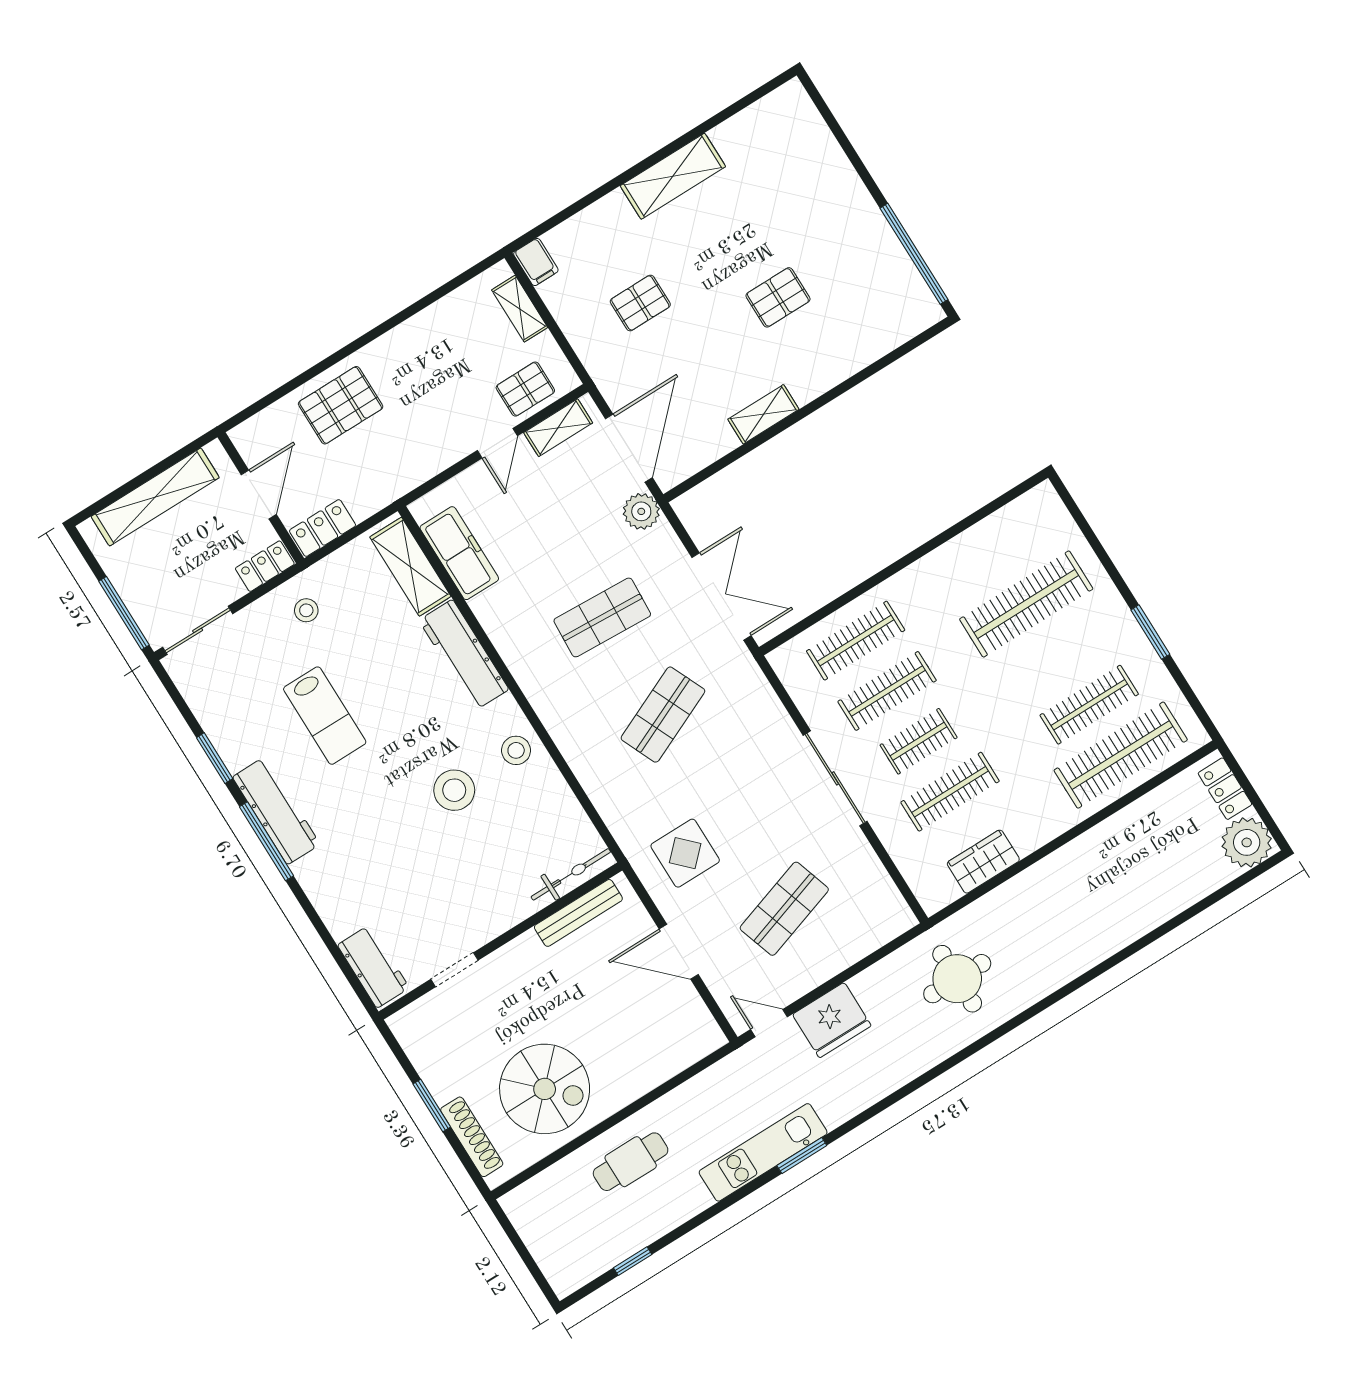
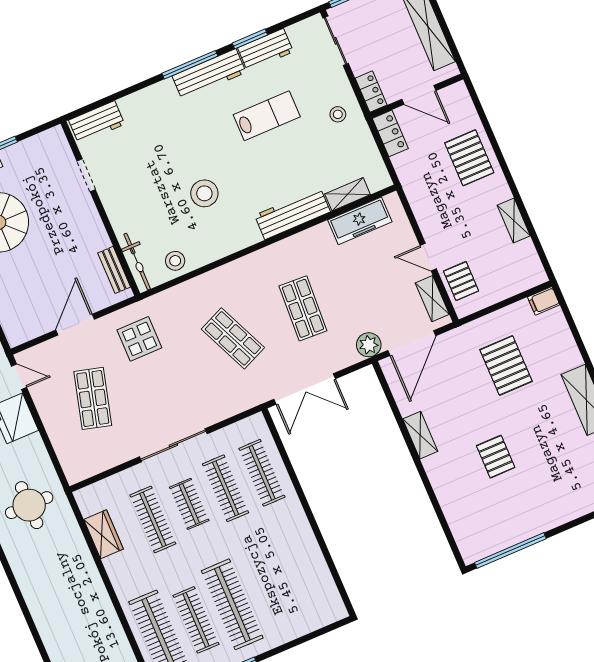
pallet: (640, 303) -> (506, 365), width x1.50, depth x1.42
shelving: (520, 309) -> (514, 221), moved, turned 90
door: (629, 448) -> (412, 343), hinge flipped
shelving: (410, 567) -> (348, 194), width x0.67, depth x0.75
clothes rail: (1026, 604) -> (232, 604), moved
lab bench: (325, 716) -> (267, 116), turned 180
workbench: (227, 732) -> (266, 50), added
stool: (516, 750) -> (175, 261), moved
shop shelf: (784, 909) -> (93, 398), turned 33
bench: (578, 913) -> (114, 270), width x0.73
door: (769, 1023) -> (19, 377), hinge flipped

